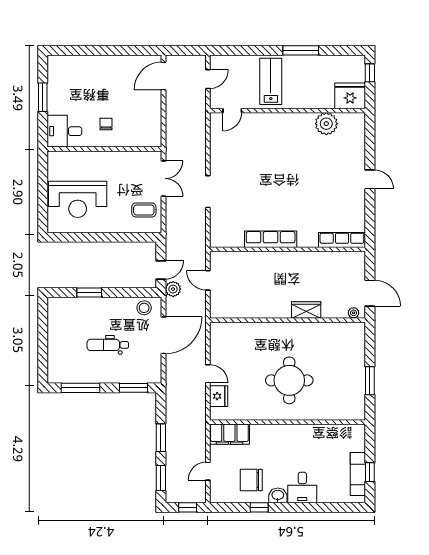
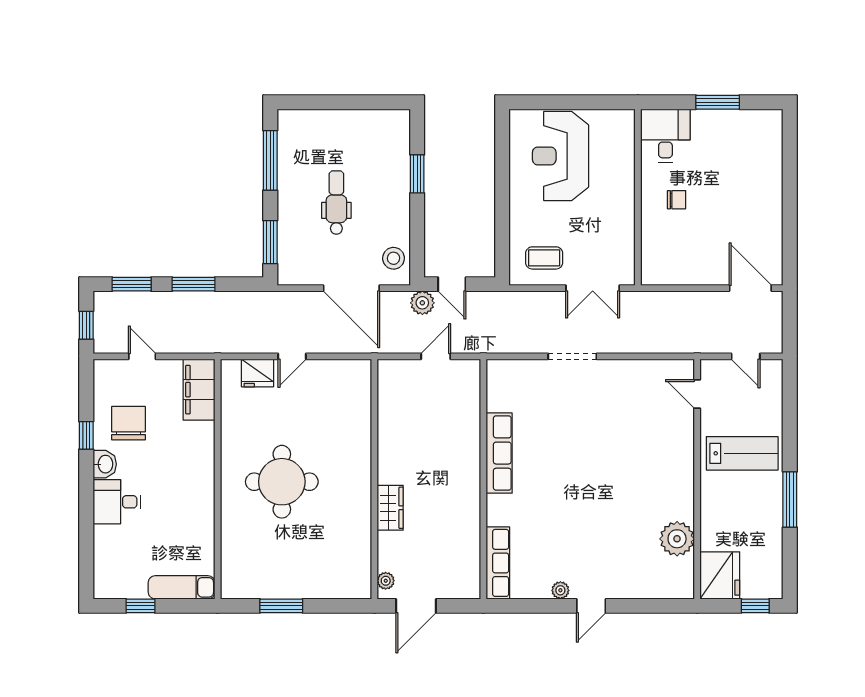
plant: (360, 199) -> (560, 590), added
coffee table: (144, 210) -> (544, 258), turned 90
exam couch: (358, 474) -> (182, 587), moved

